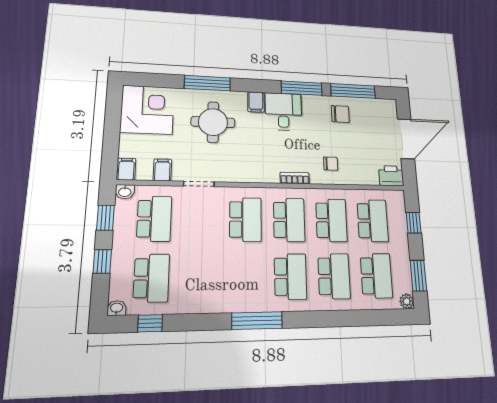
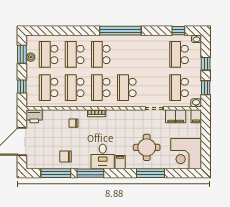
filing cabinet: (162, 170) -> (176, 116), width x2.00
plant: (407, 301) -> (31, 57), moved
window: (257, 321) -> (120, 31), width x1.46

